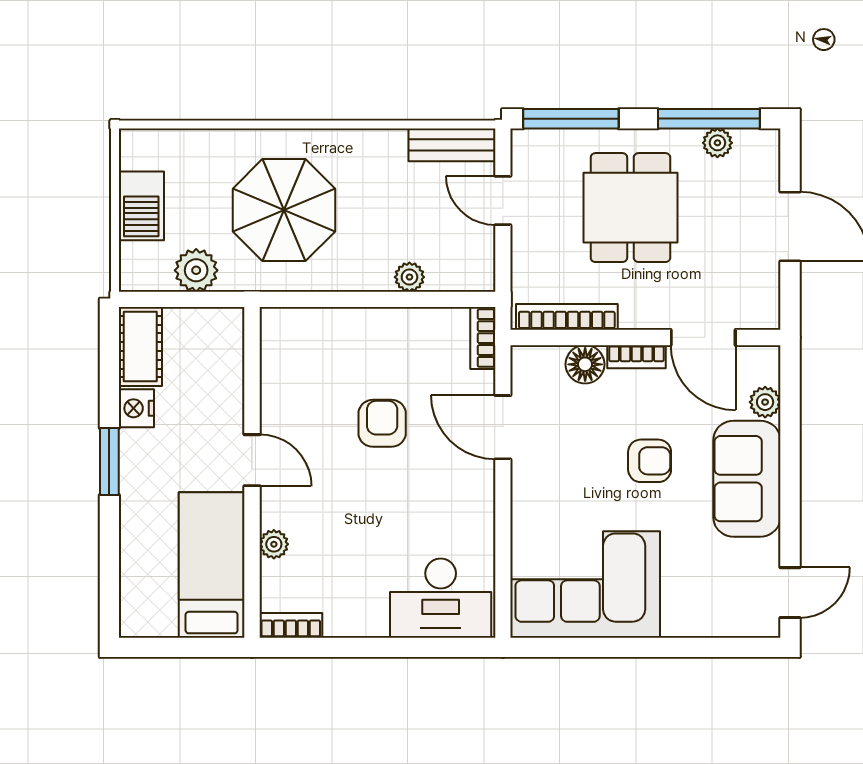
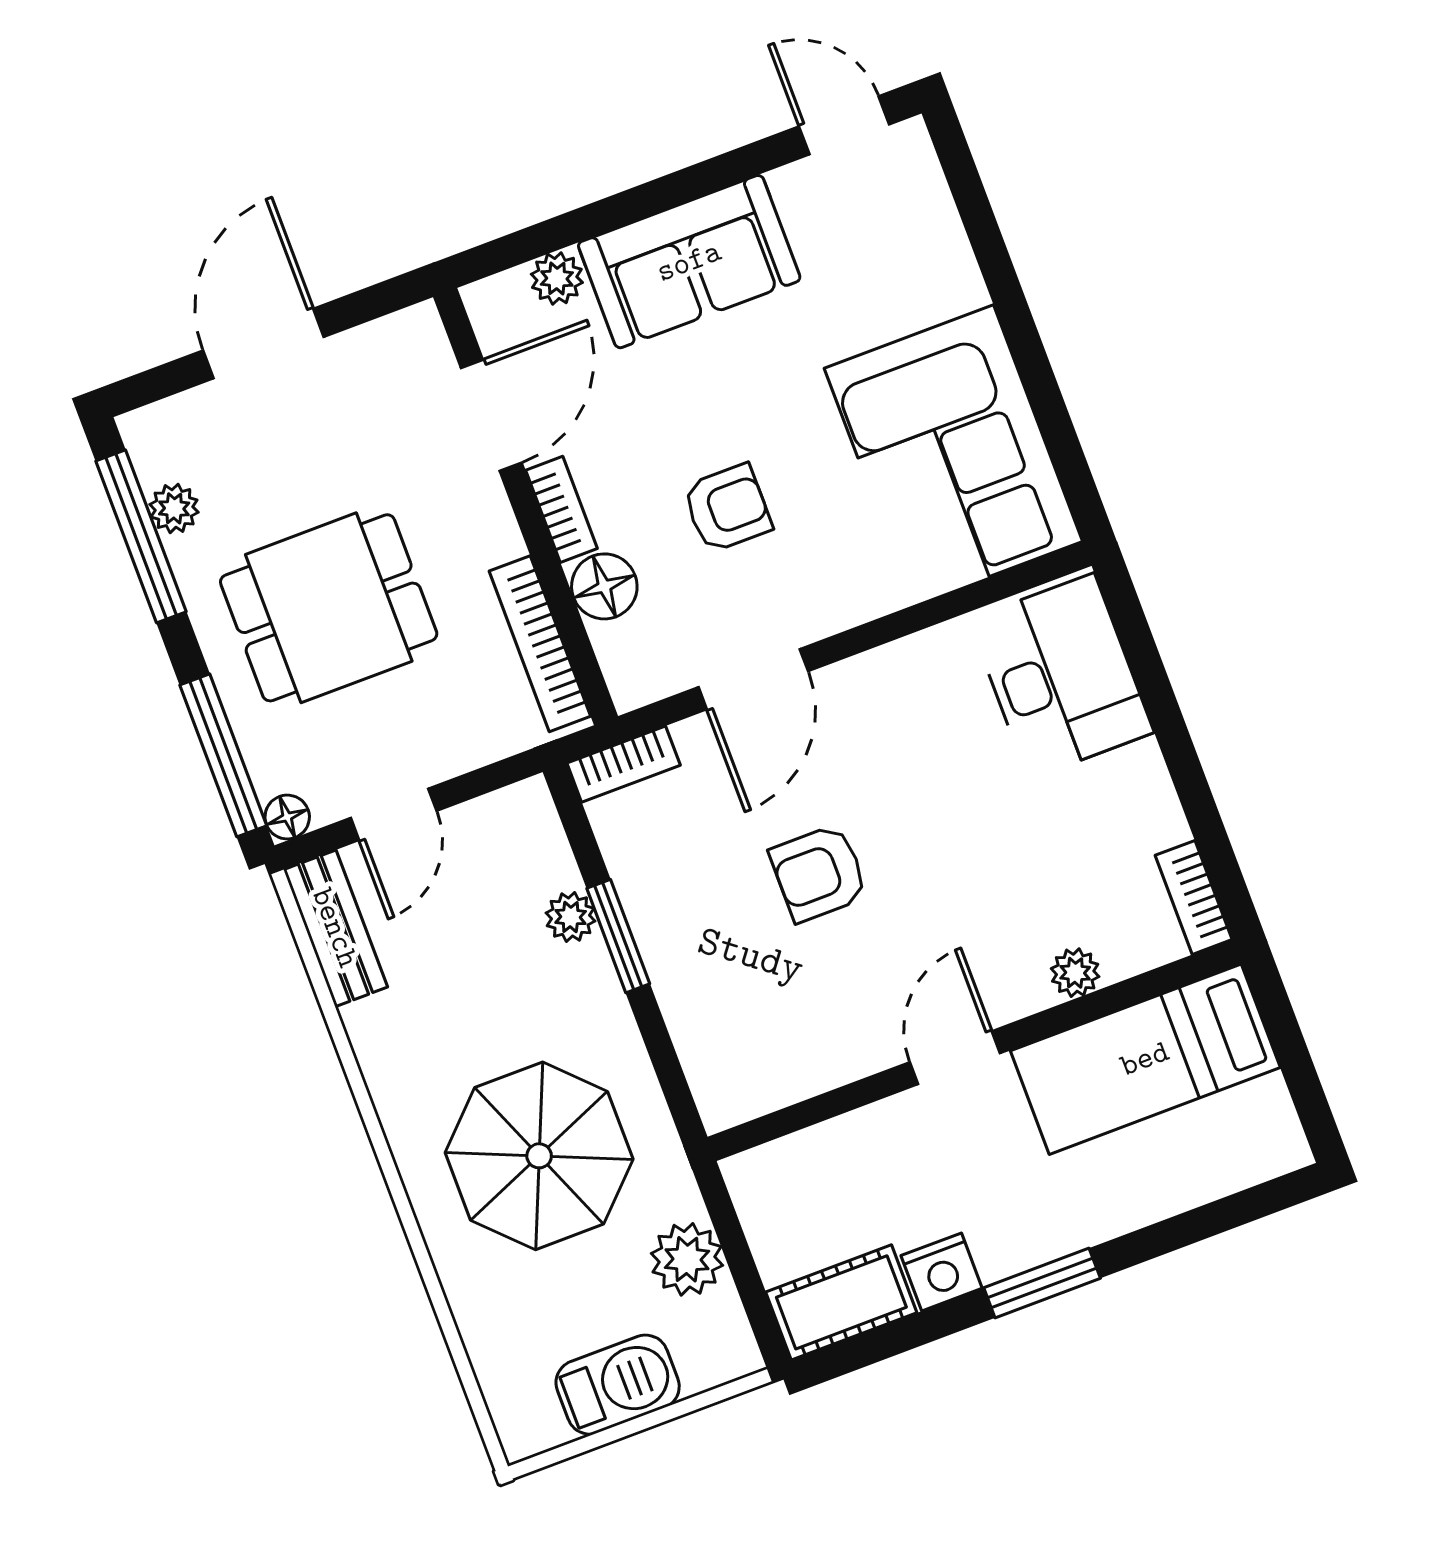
floor lamp: (524, 141) -> (287, 817), added
window: (389, 299) -> (618, 936), added
armchair: (650, 461) -> (727, 508), moved, turned 90

